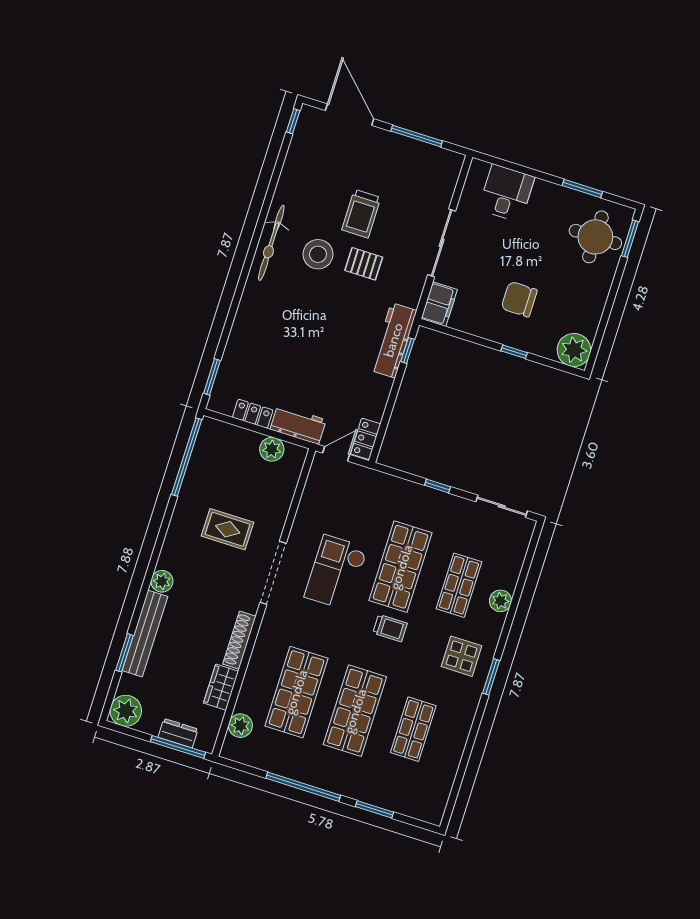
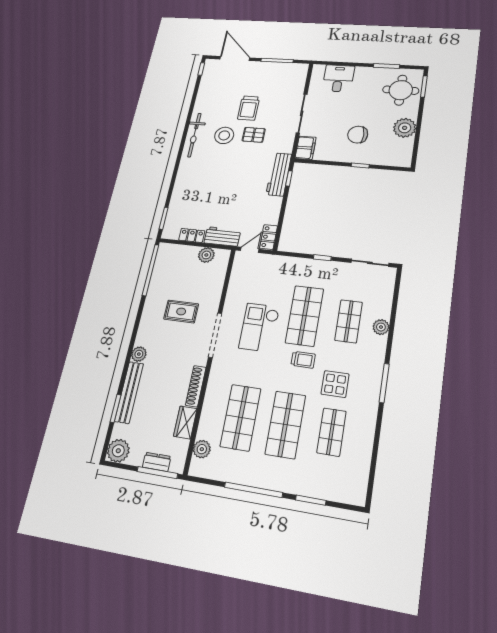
plant: (574, 350) -> (405, 128), moved
display table: (461, 656) -> (335, 384), moved
window: (491, 677) -> (384, 383), width x1.44

